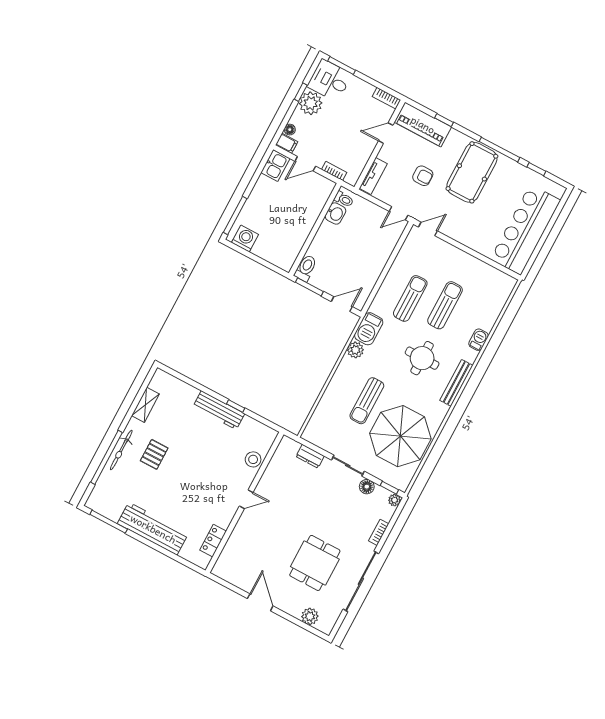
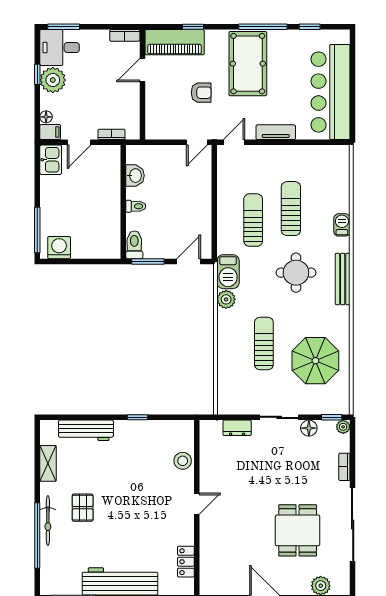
tv unit: (373, 176) -> (276, 132), moved, turned -90
toilet: (344, 199) -> (136, 206), moved
sun lounger: (367, 401) -> (264, 343), turned 180
workbench: (219, 410) -> (86, 430), moved
parasol: (400, 436) -> (315, 361), width x0.73, depth x0.73

